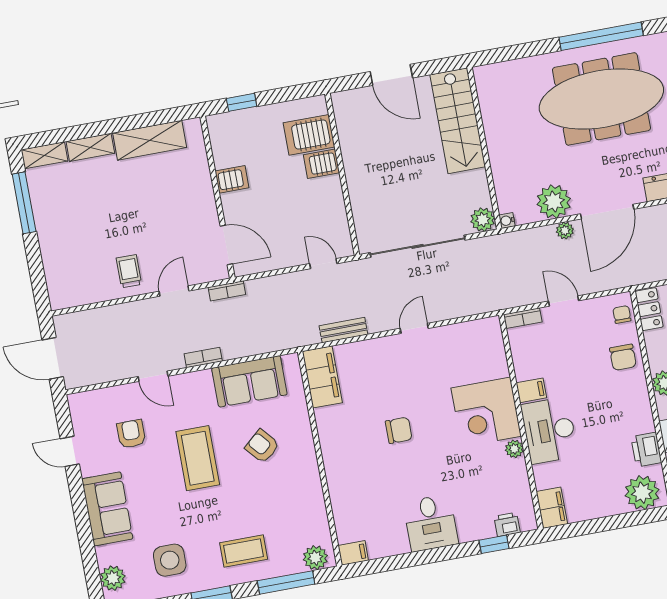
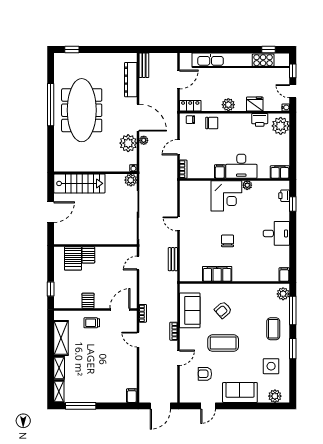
trolley: (129, 271) -> (92, 323), moved
filing cabinet: (62, 299) -> (132, 396), added
filing cabinet: (322, 377) -> (217, 274), moved

